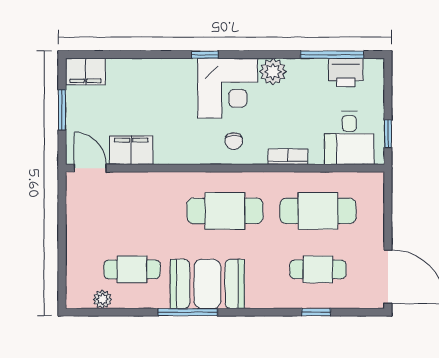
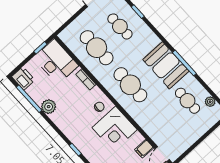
plant: (273, 72) -> (49, 107), moved
printer: (346, 72) -> (23, 78), moved
corner desk: (228, 88) -> (115, 129), moved, turned 180
desk: (349, 138) -> (56, 62), width x1.37
filing cabinet: (131, 150) -> (144, 149), width x0.50

